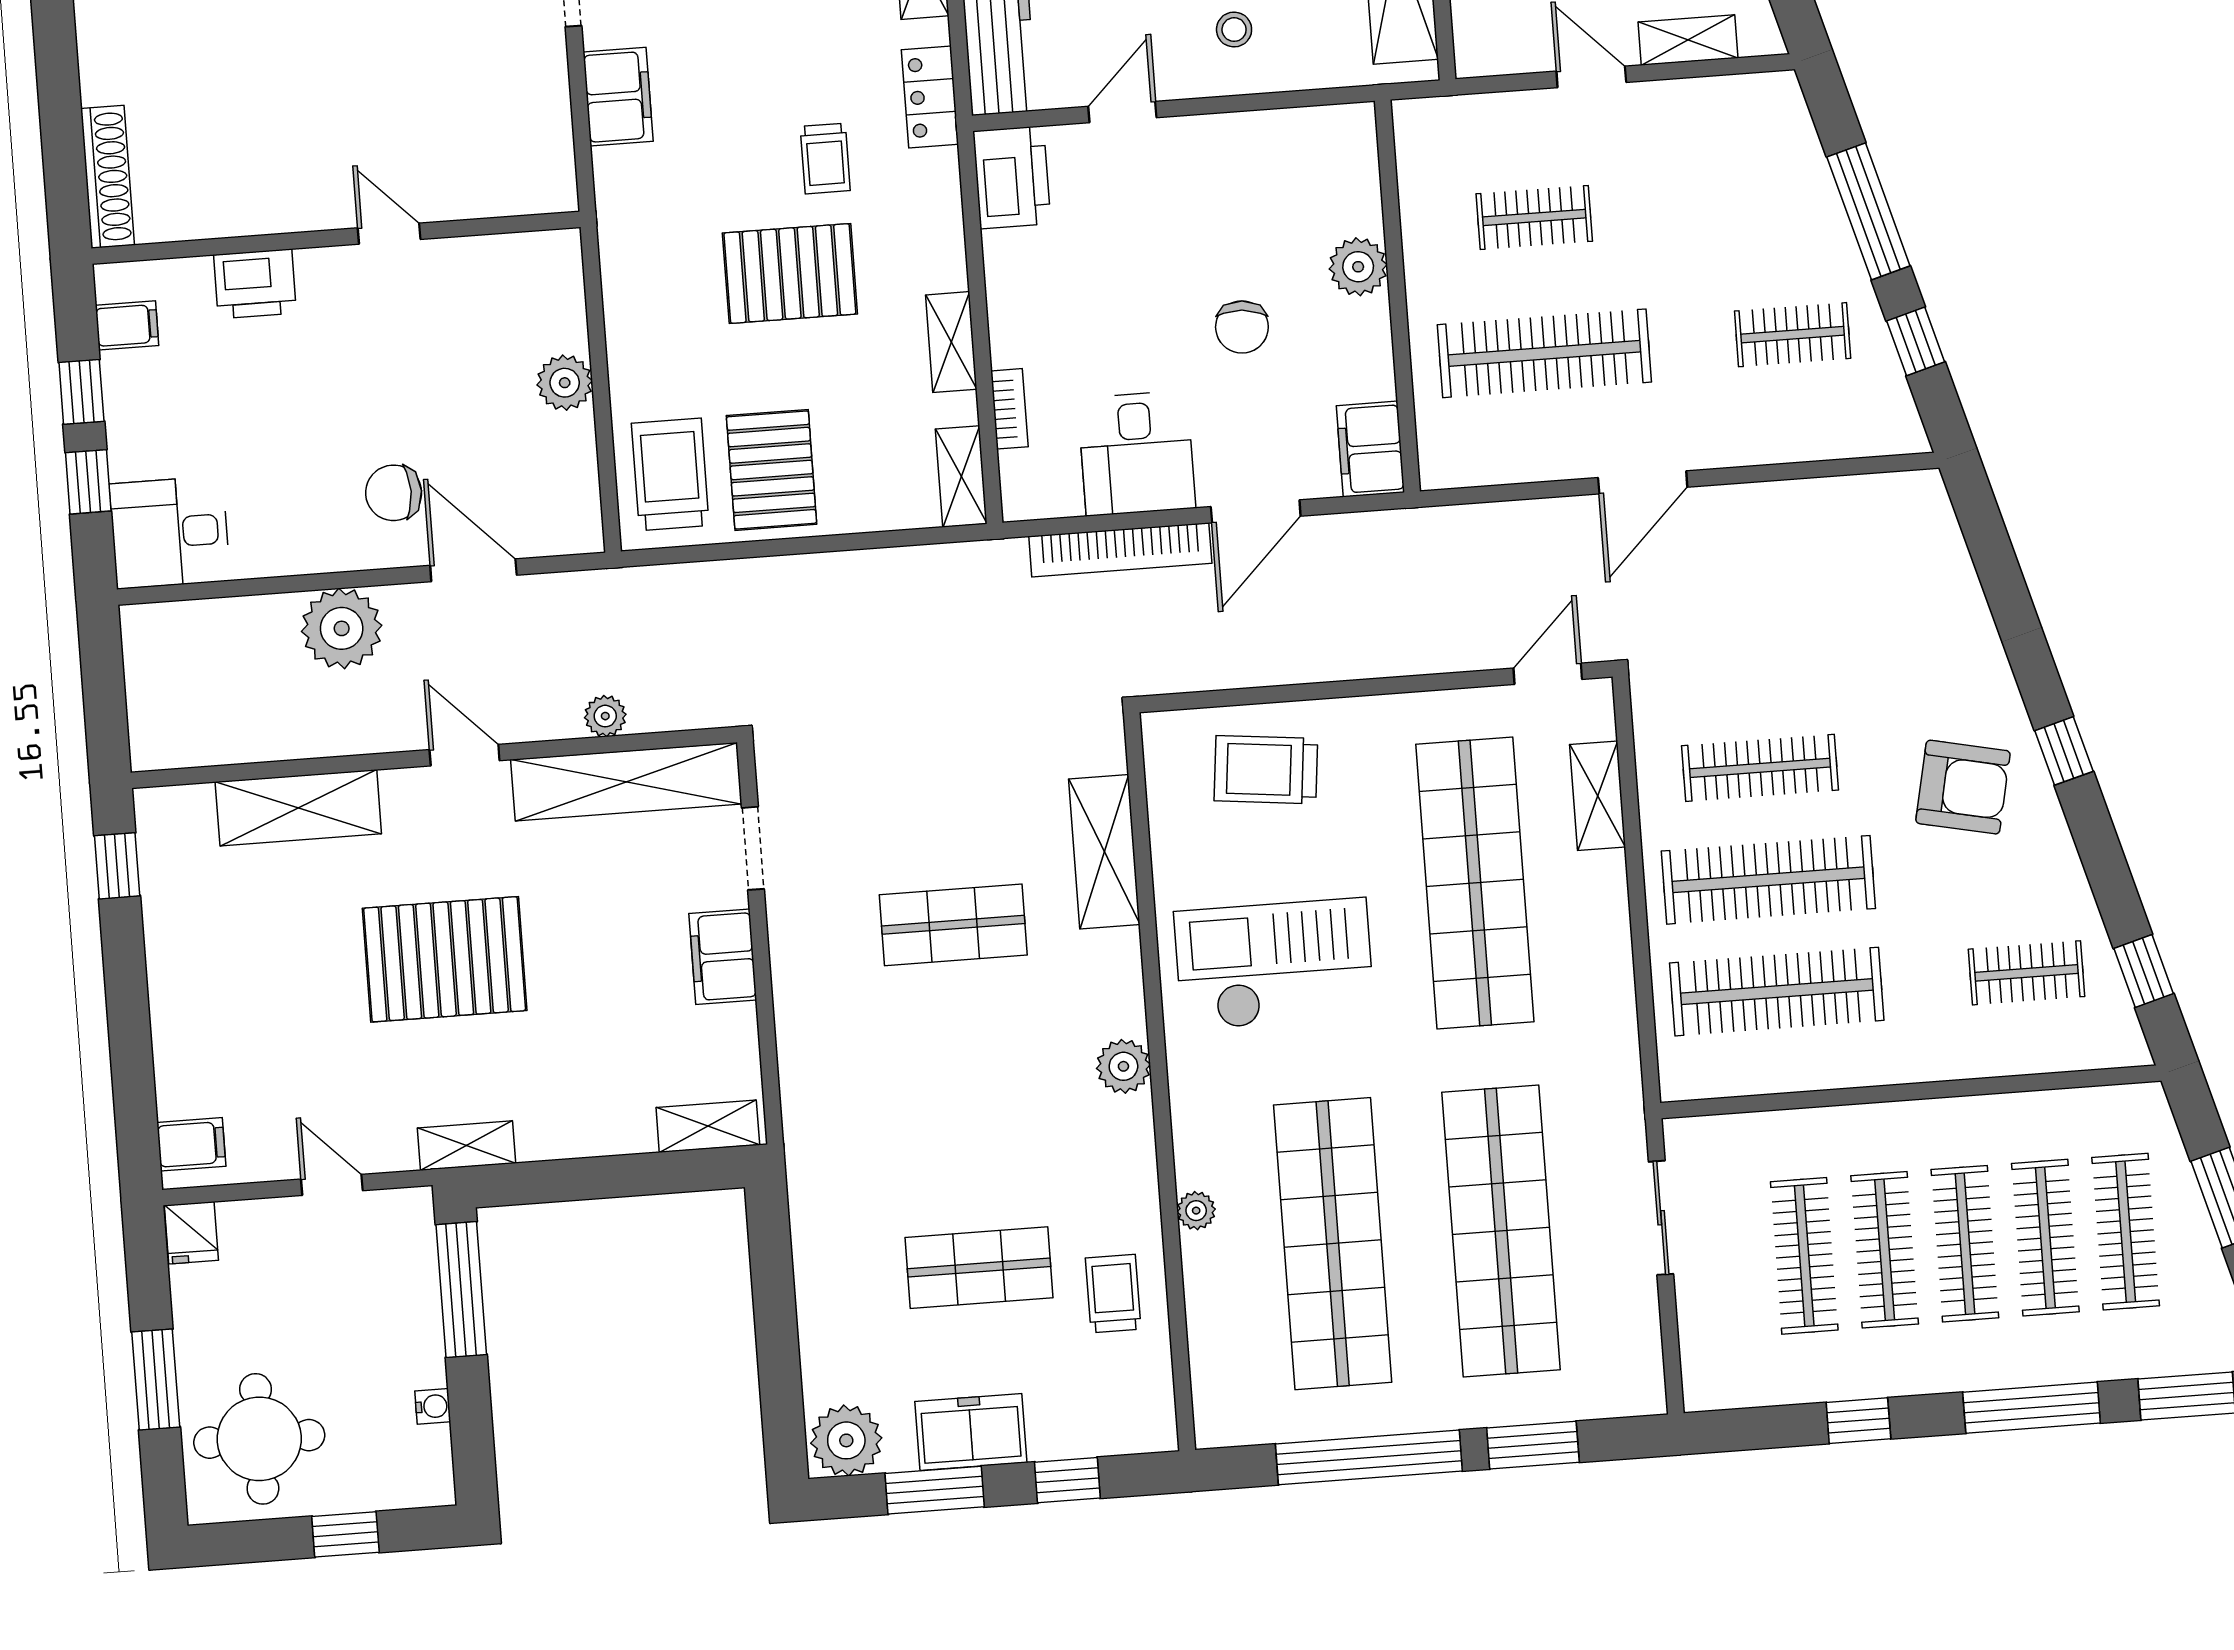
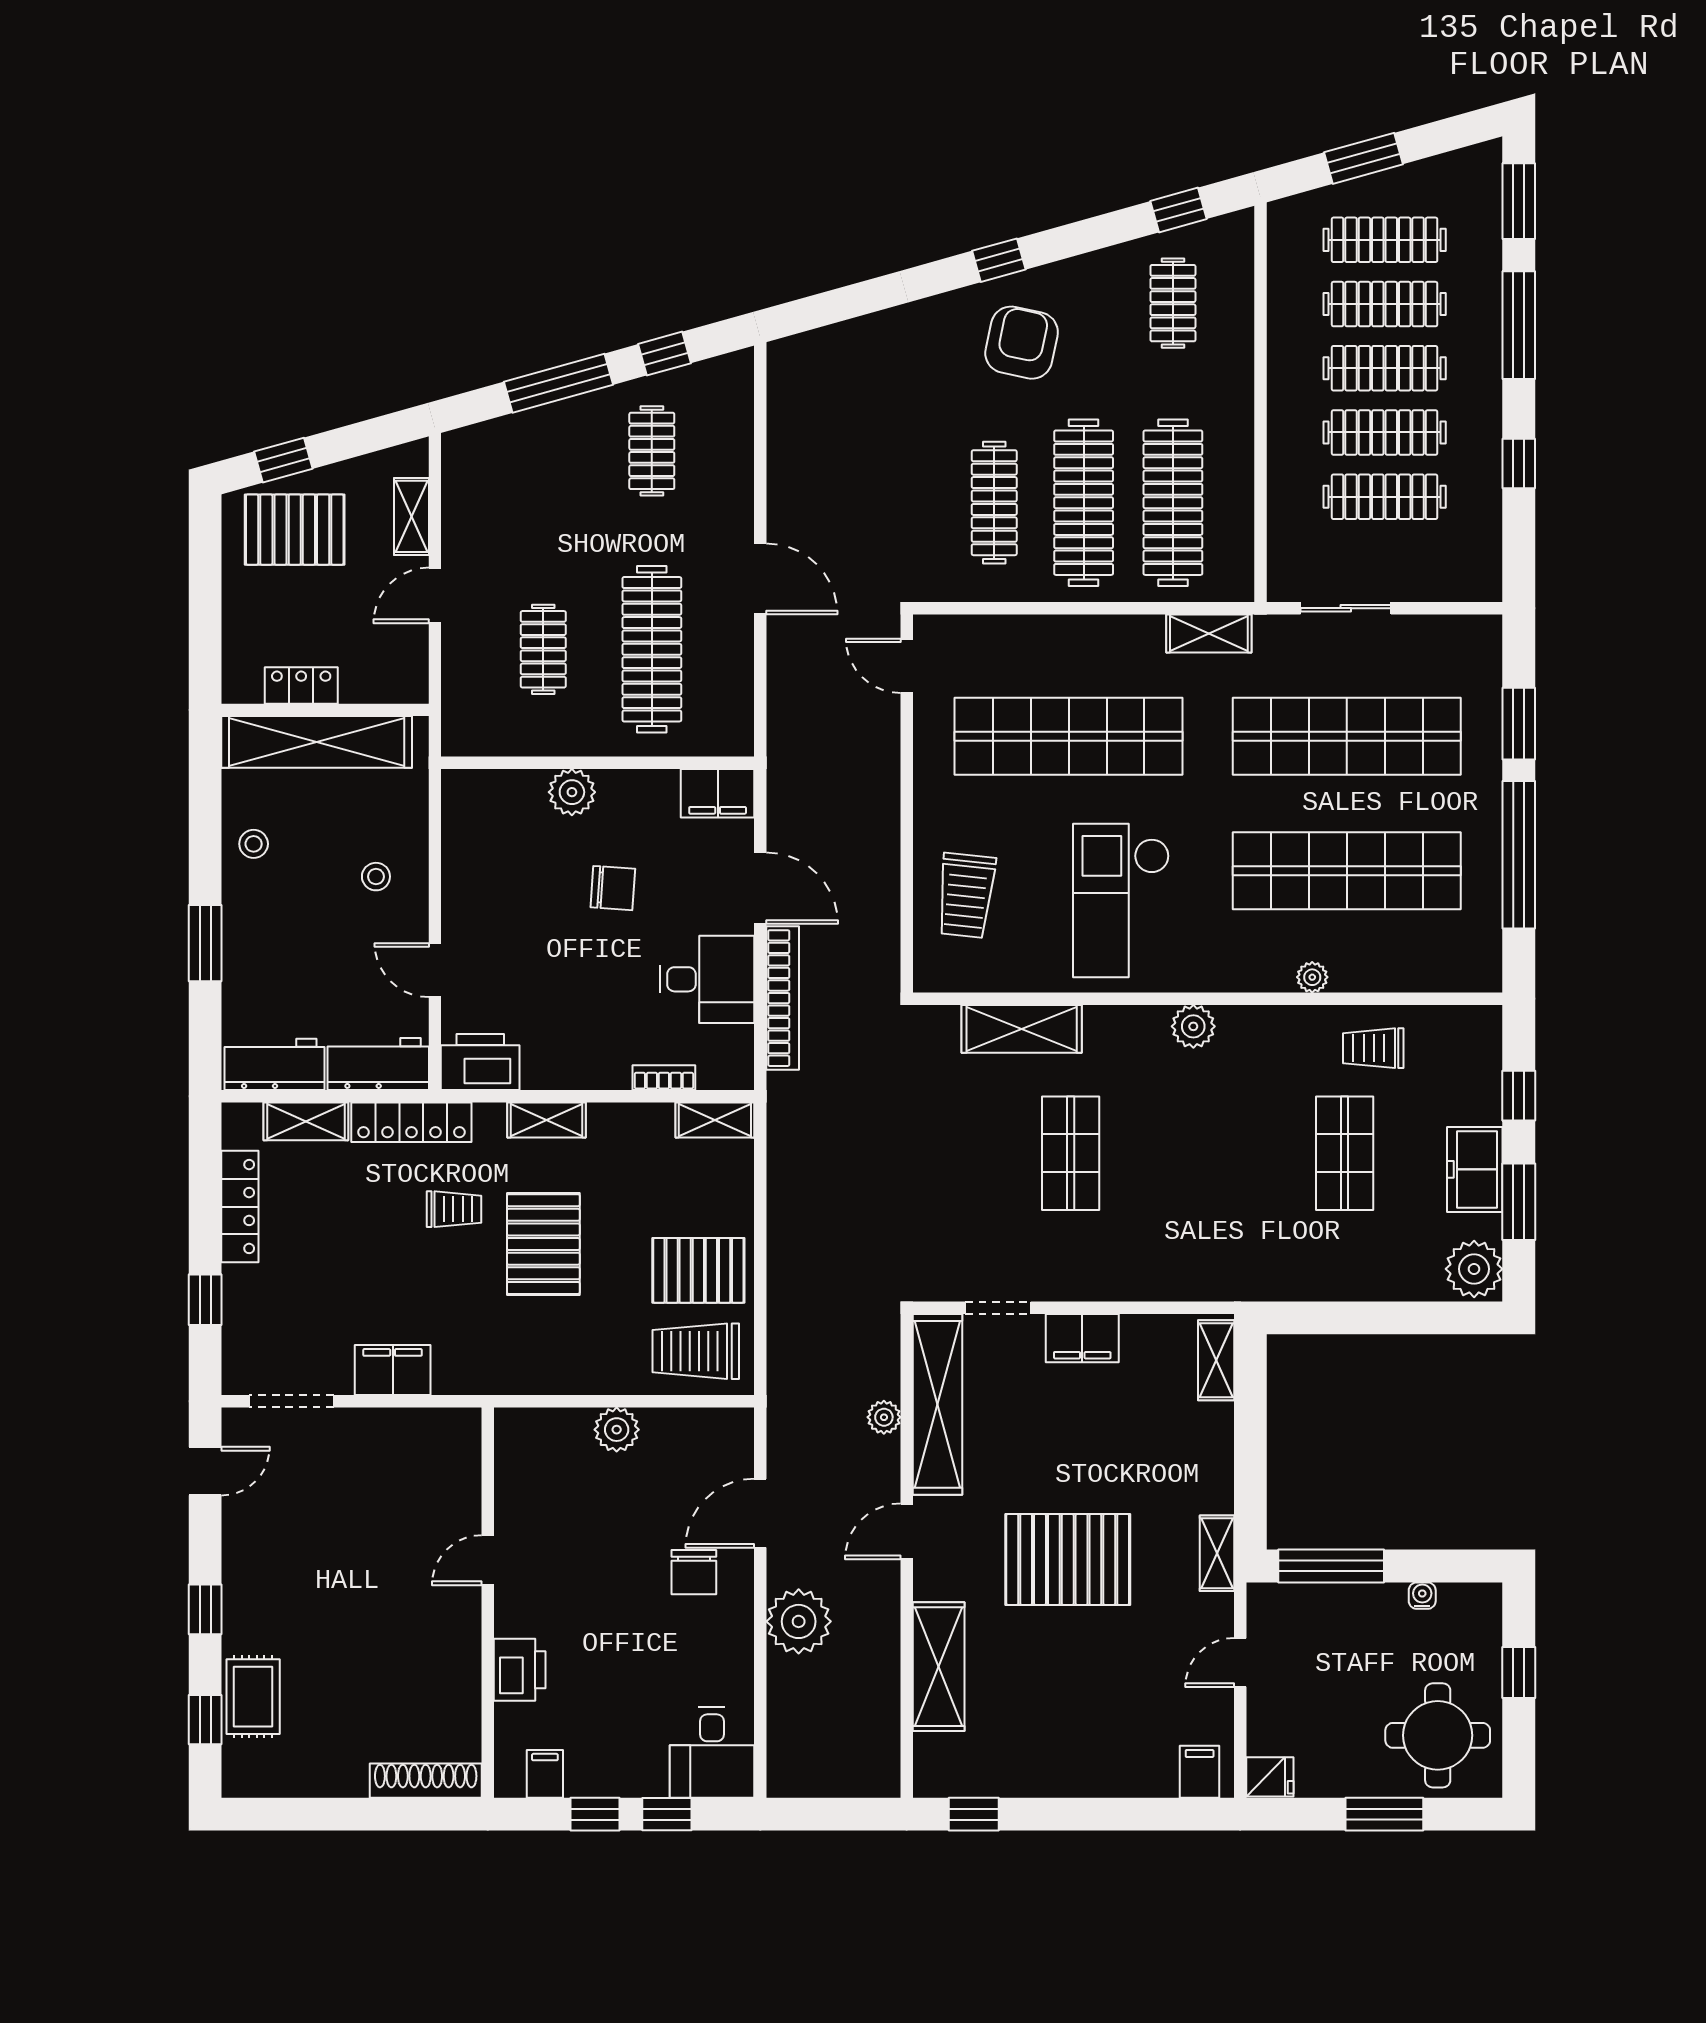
locker: (930, 97) -> (411, 1122), width x1.53
shelving: (951, 342) -> (547, 1120), moved
shelving: (1598, 796) -> (1209, 633), moved
pallet: (445, 959) -> (1068, 1559), turned 90

